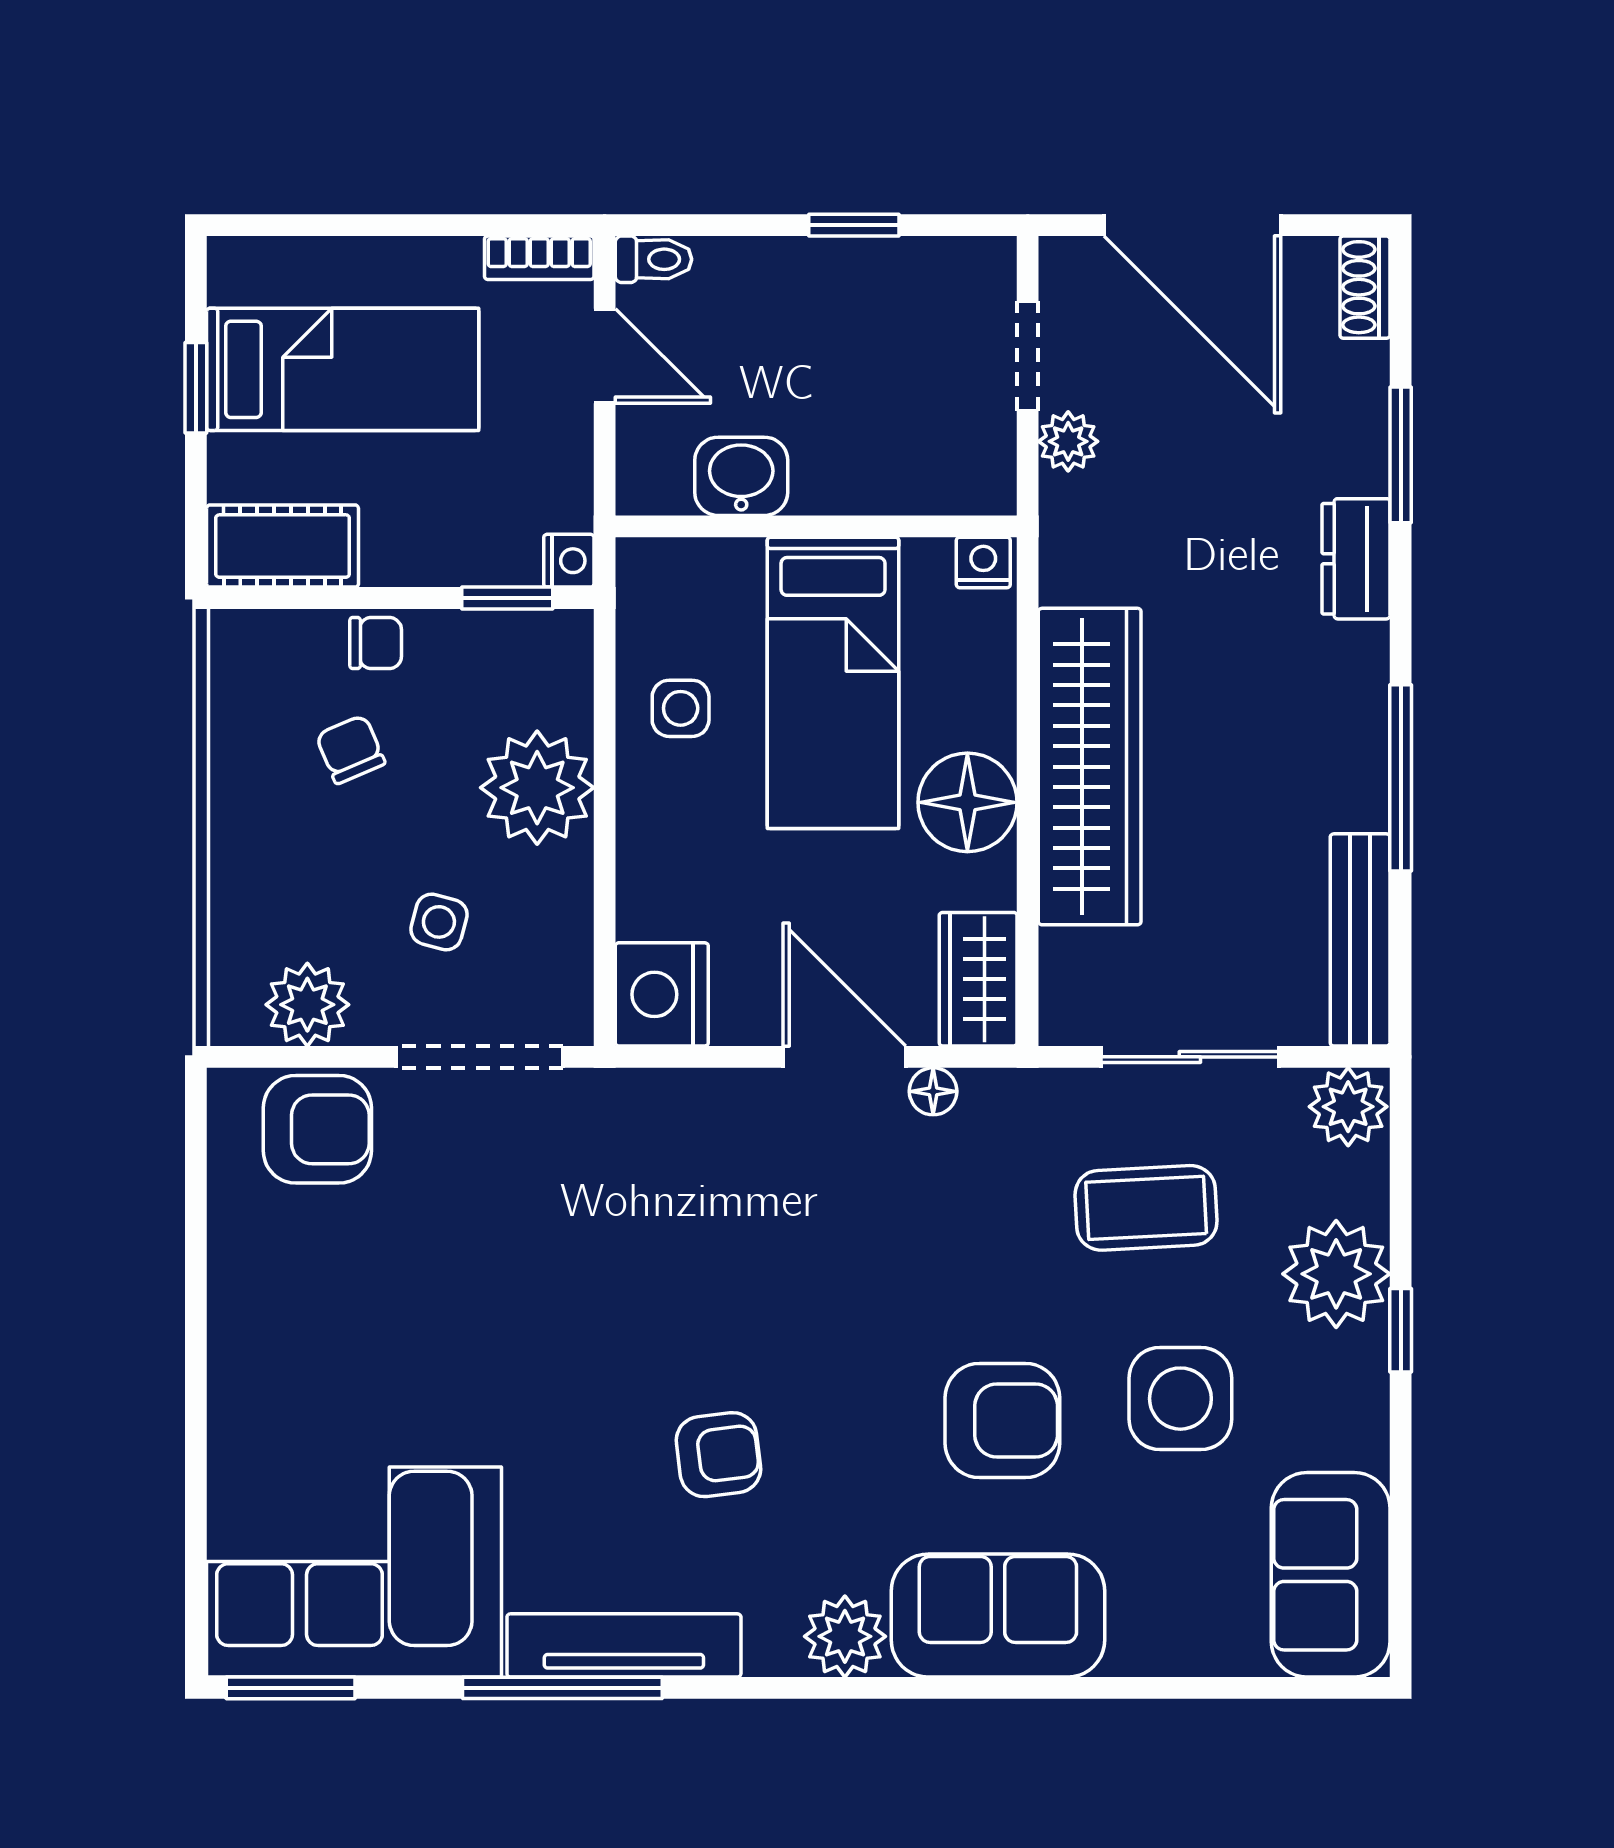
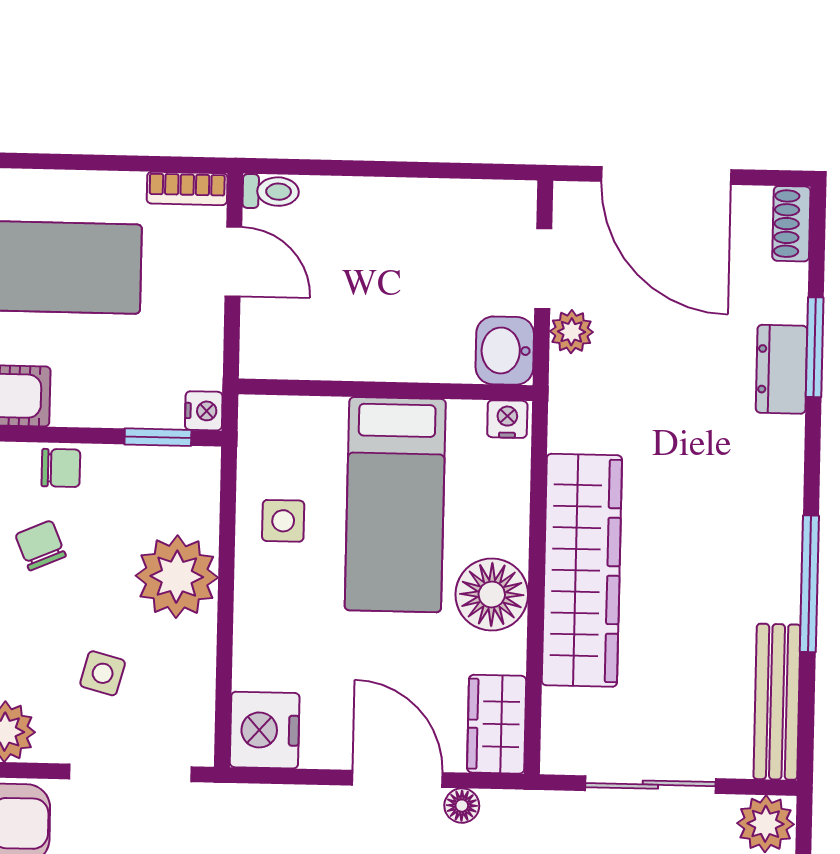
window: (854, 225) -> (418, 170), removed
washbasin: (741, 476) -> (505, 351), moved, turned -90
dresser: (1356, 559) -> (782, 369), moved

